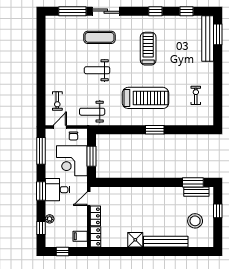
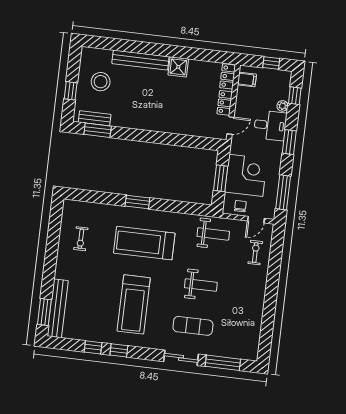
window: (186, 11) -> (93, 347), moved
treadmill: (148, 49) -> (134, 304), width x1.37, depth x1.38
desk: (58, 190) -> (270, 125), moved

